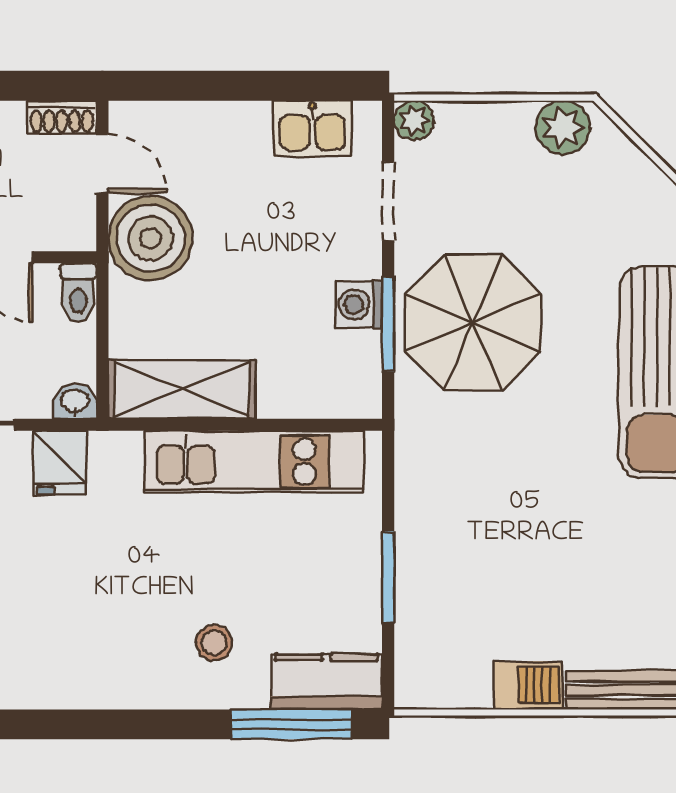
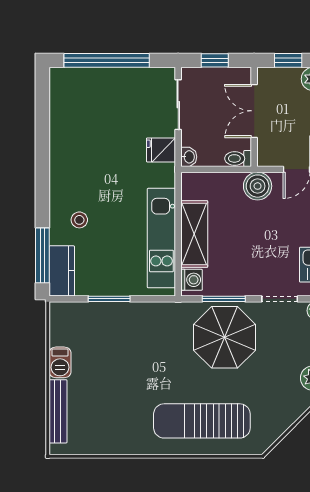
boiler: (151, 238) -> (258, 186), width x0.73, depth x0.73
washing machine: (359, 304) -> (192, 280), moved, turned 90
shelving: (182, 389) -> (194, 234), moved

